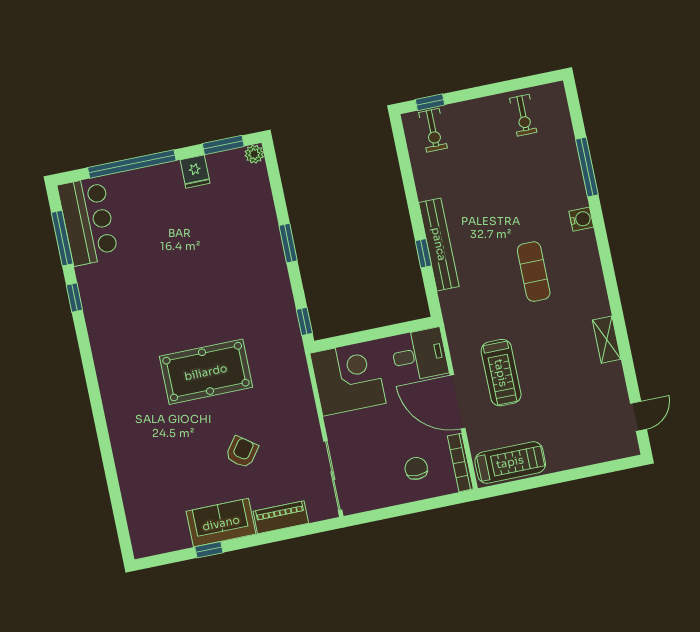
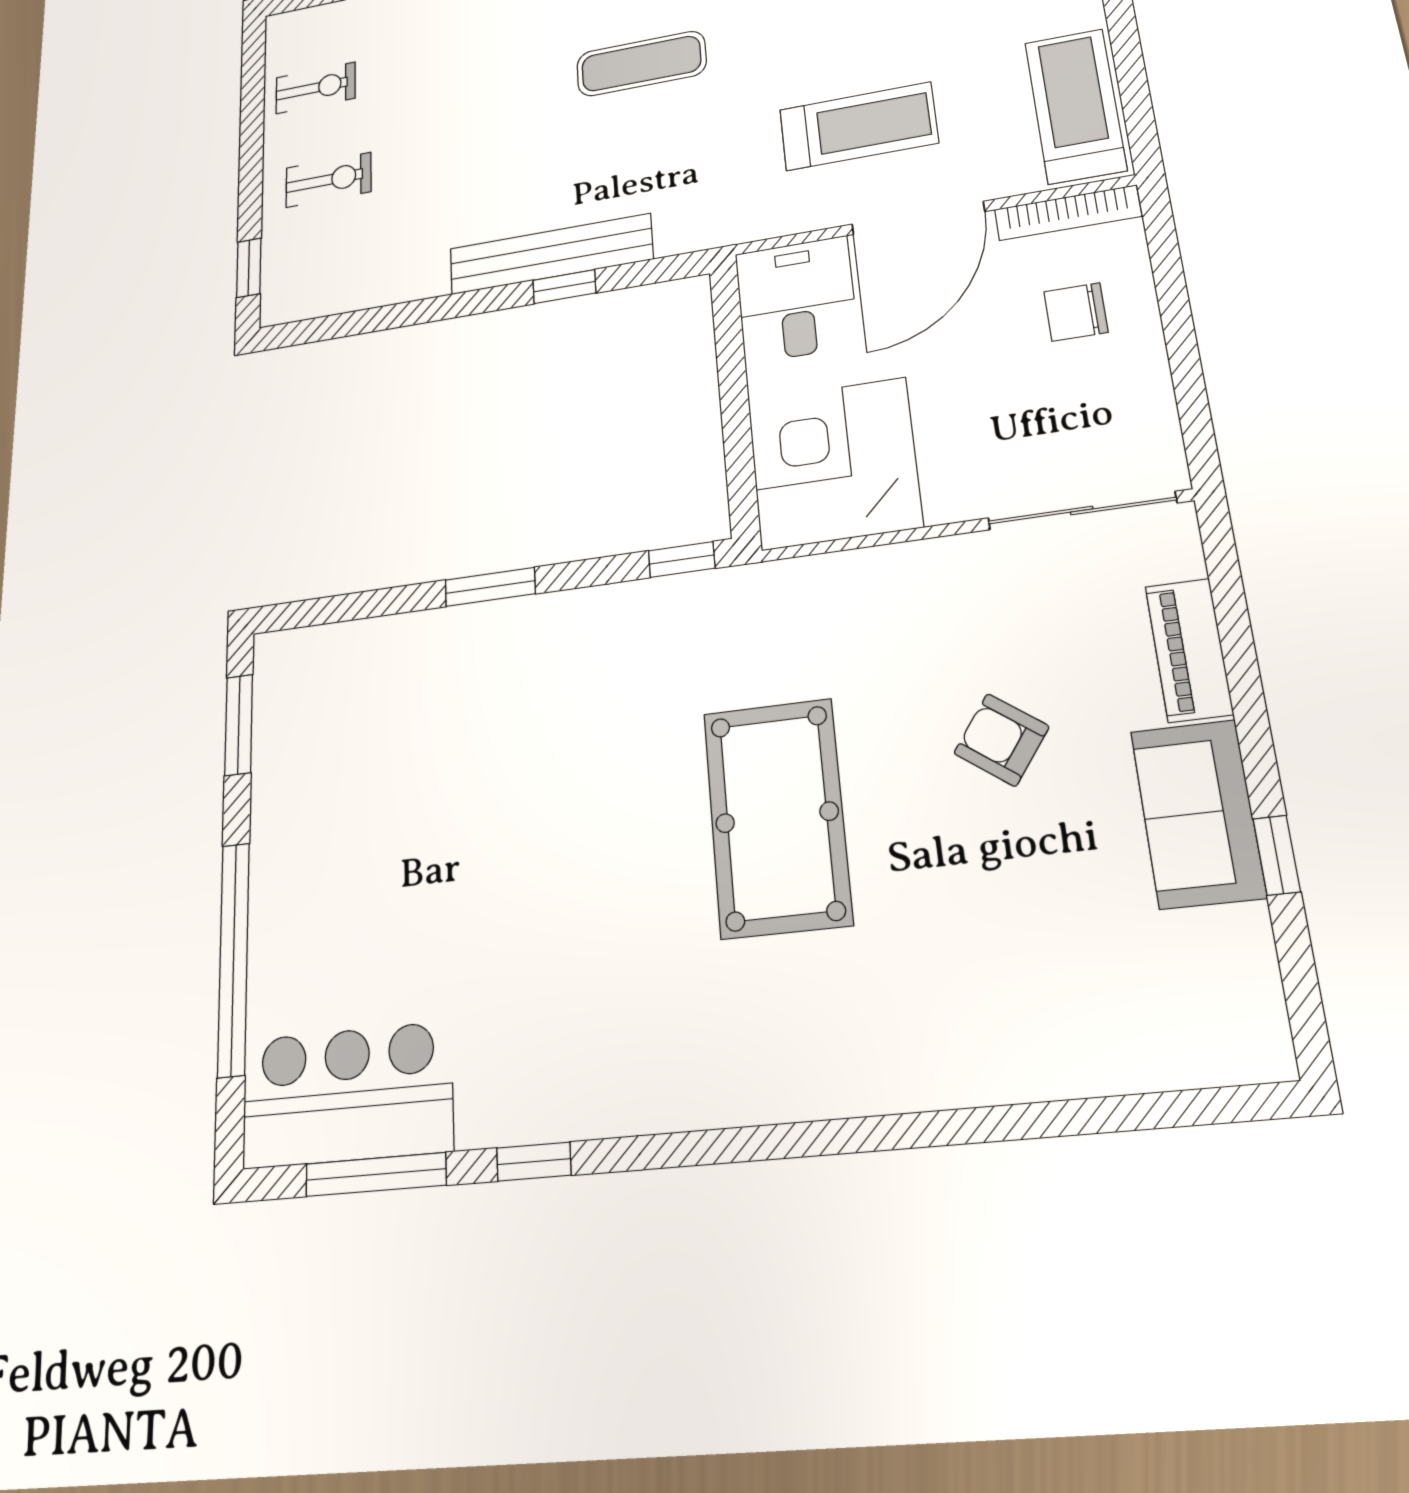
exercise bike: (433, 130) -> (328, 180), moved
plant: (254, 154) -> (274, 653), removed
fridge: (195, 172) -> (284, 799), removed

